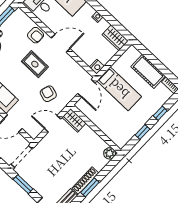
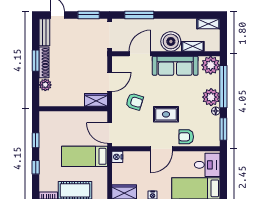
plant: (110, 153) -> (45, 85), moved

